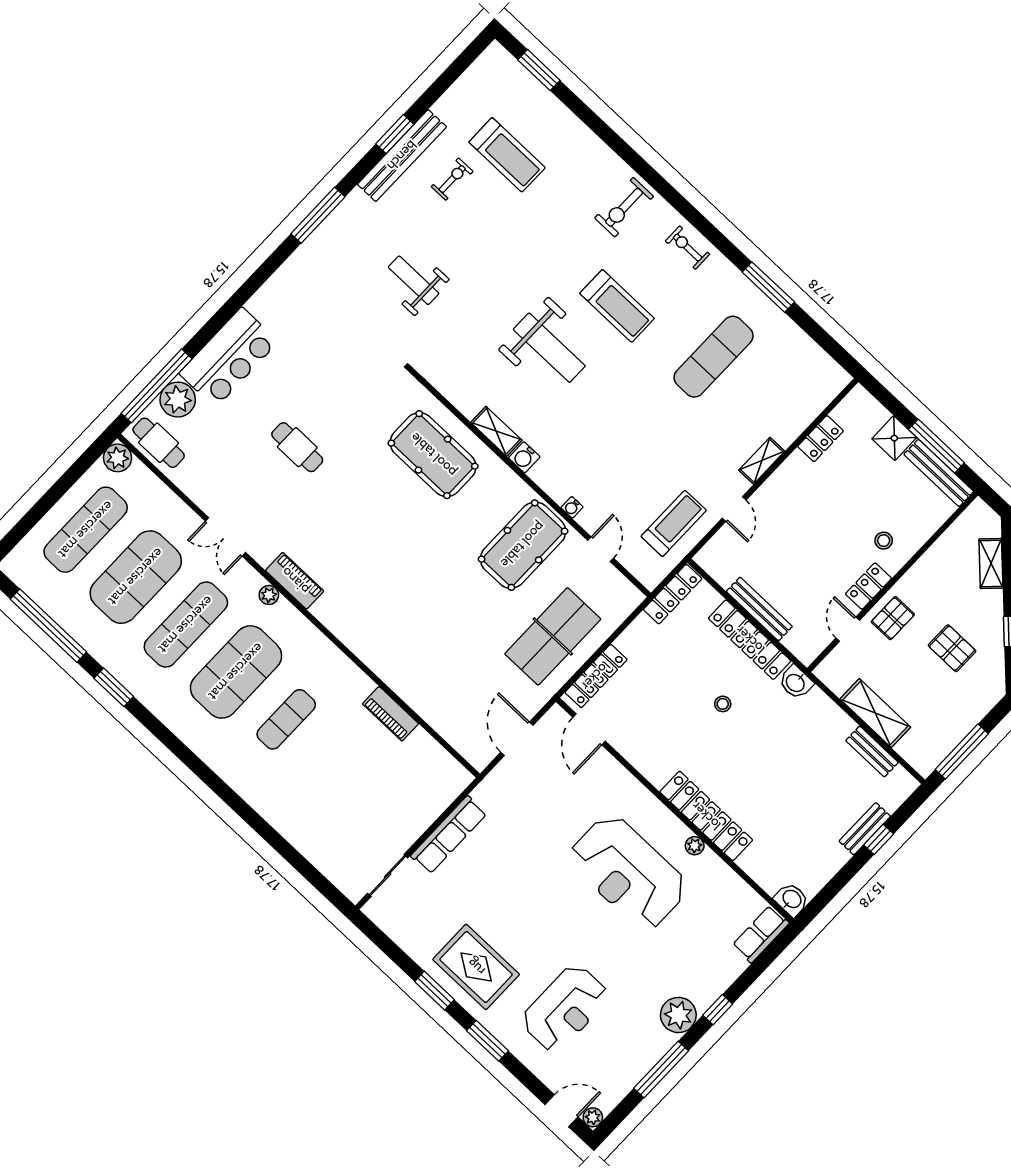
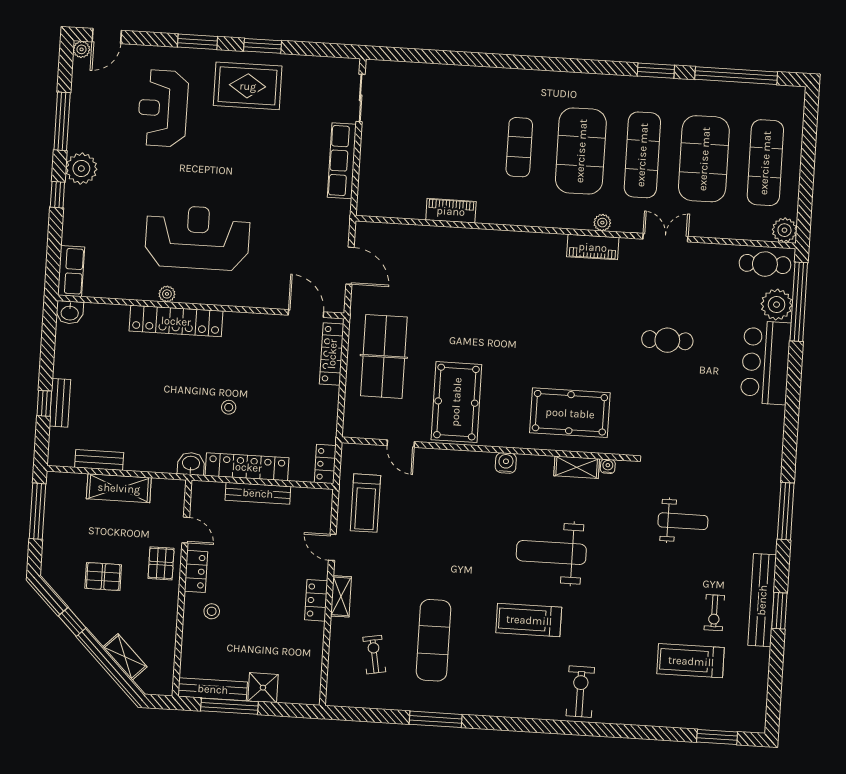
exercise bike: (688, 248) -> (374, 655), moved, turned -100
shelving: (496, 431) -> (577, 467), moved
locker: (820, 439) -> (316, 600), moved
water cooler: (572, 507) -> (608, 466), moved
locker: (673, 594) -> (325, 464), width x0.66

